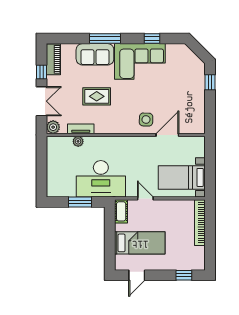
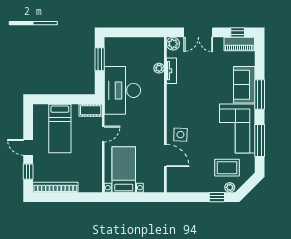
window: (152, 39) -> (260, 141), width x2.17
plant: (200, 69) -> (230, 187), added
window: (42, 72) -> (238, 32), moved
rug: (97, 96) -> (227, 168), moved, turned 90
window: (80, 202) -> (100, 59), moved
bookcase: (200, 223) -> (55, 187), moved
door: (137, 275) -> (28, 147), moved

